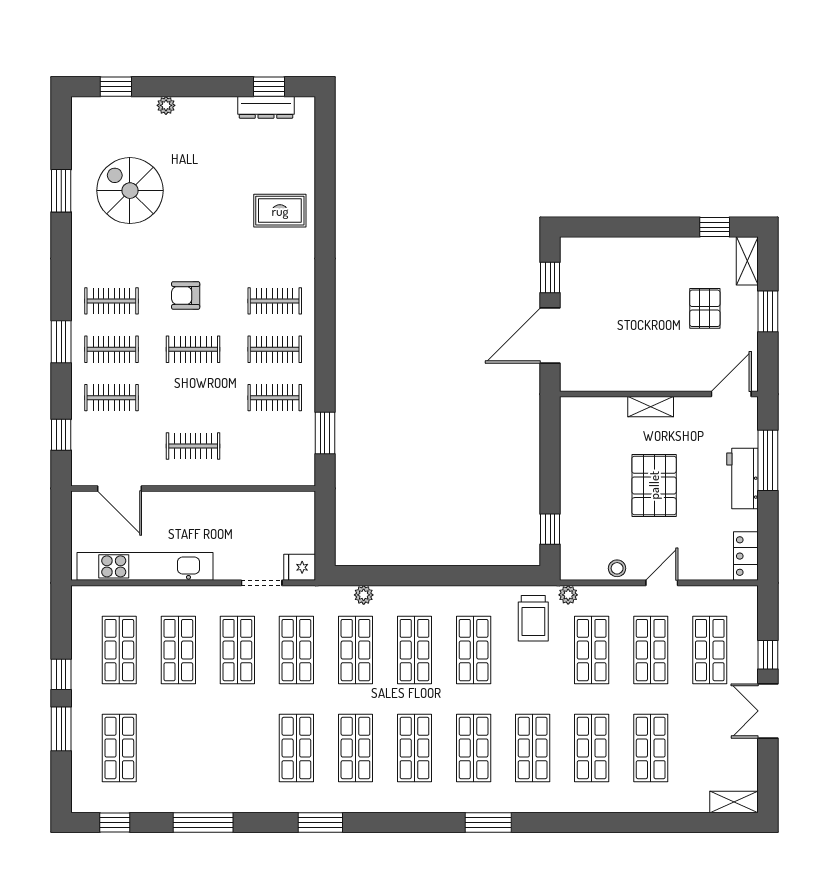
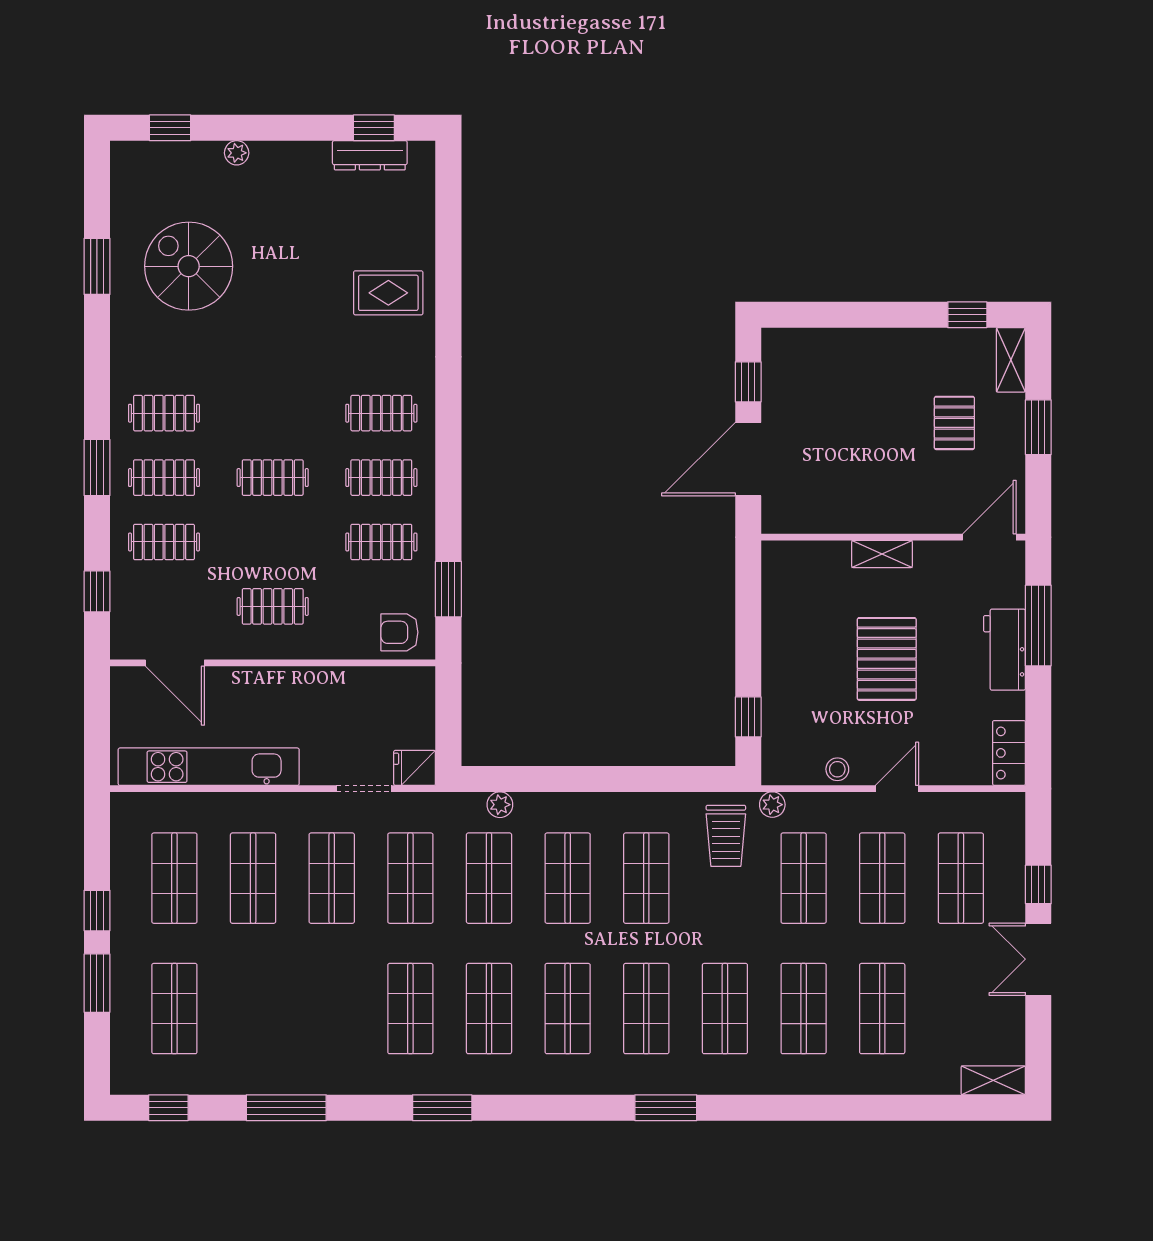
armchair: (186, 295) -> (399, 632), moved

